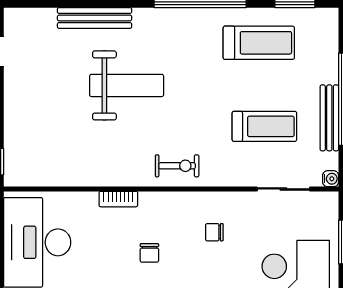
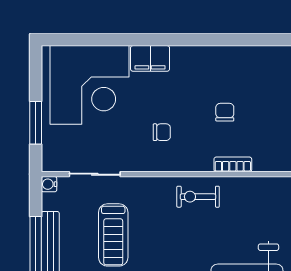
treadmill: (264, 126) -> (113, 235), turned -90
bookcase: (118, 199) -> (233, 164), moved

